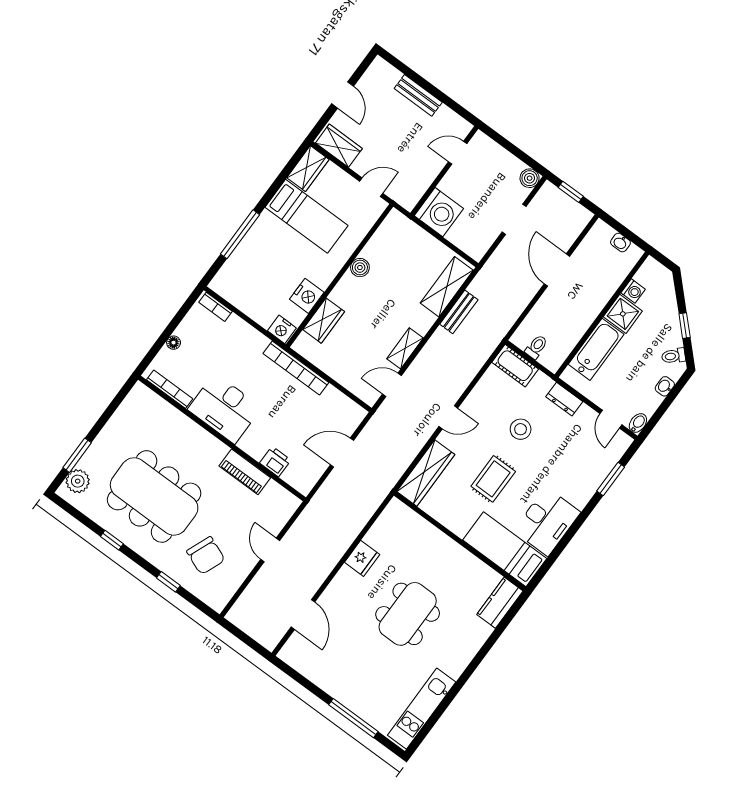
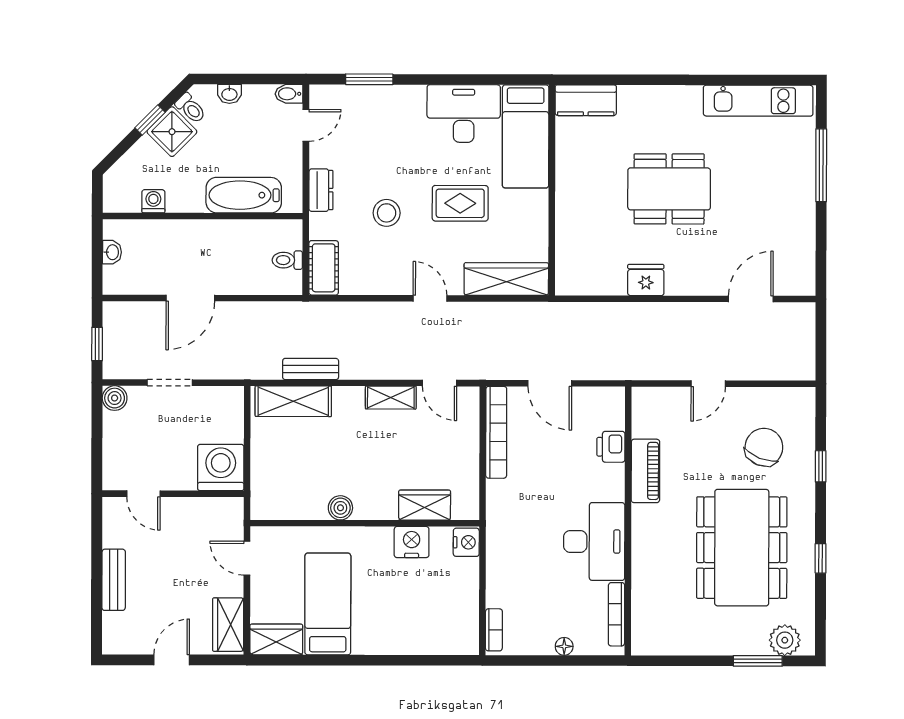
window: (240, 234) -> (398, 660), removed
shower: (623, 314) -> (172, 132), moved, turned 45
bookcase: (296, 368) -> (496, 432), moved

